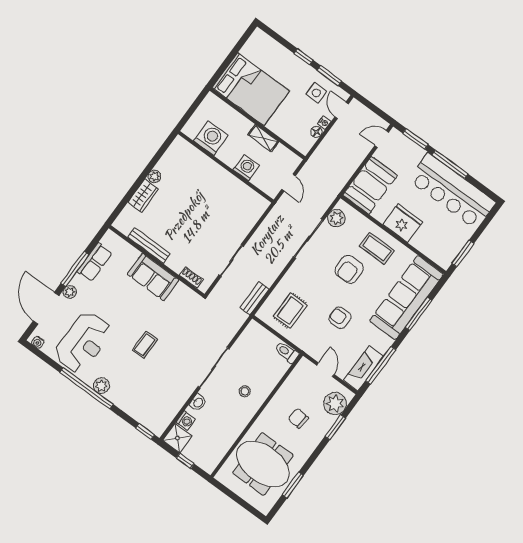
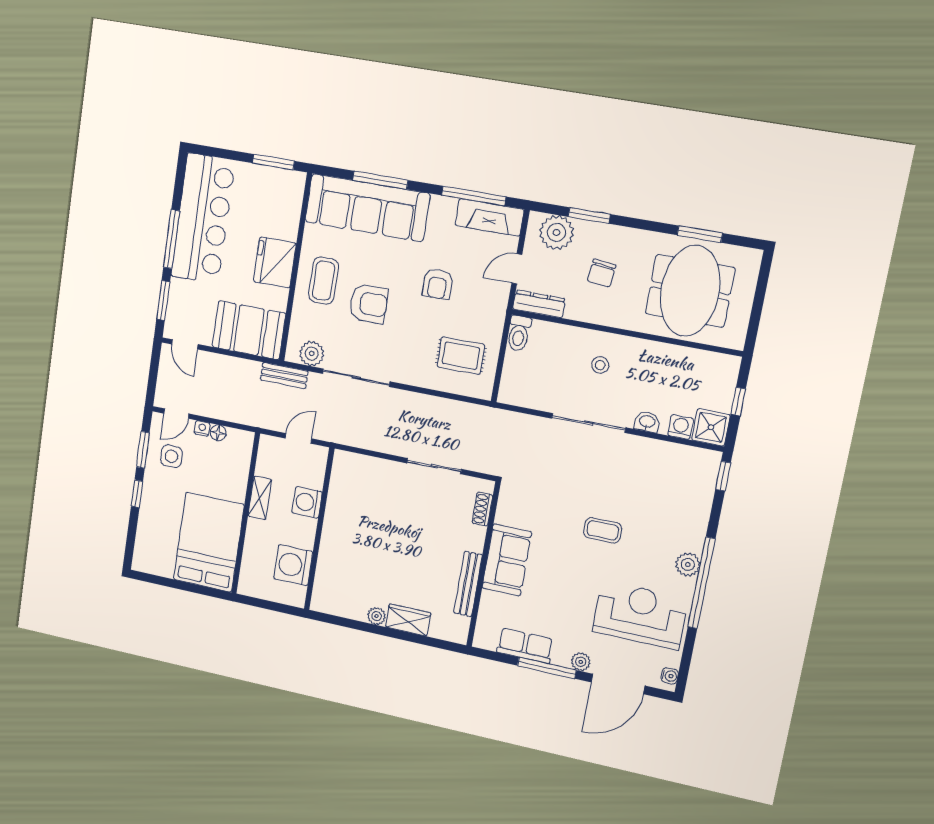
bench: (255, 298) -> (284, 376), moved
dresser: (298, 373) -> (539, 304), added

